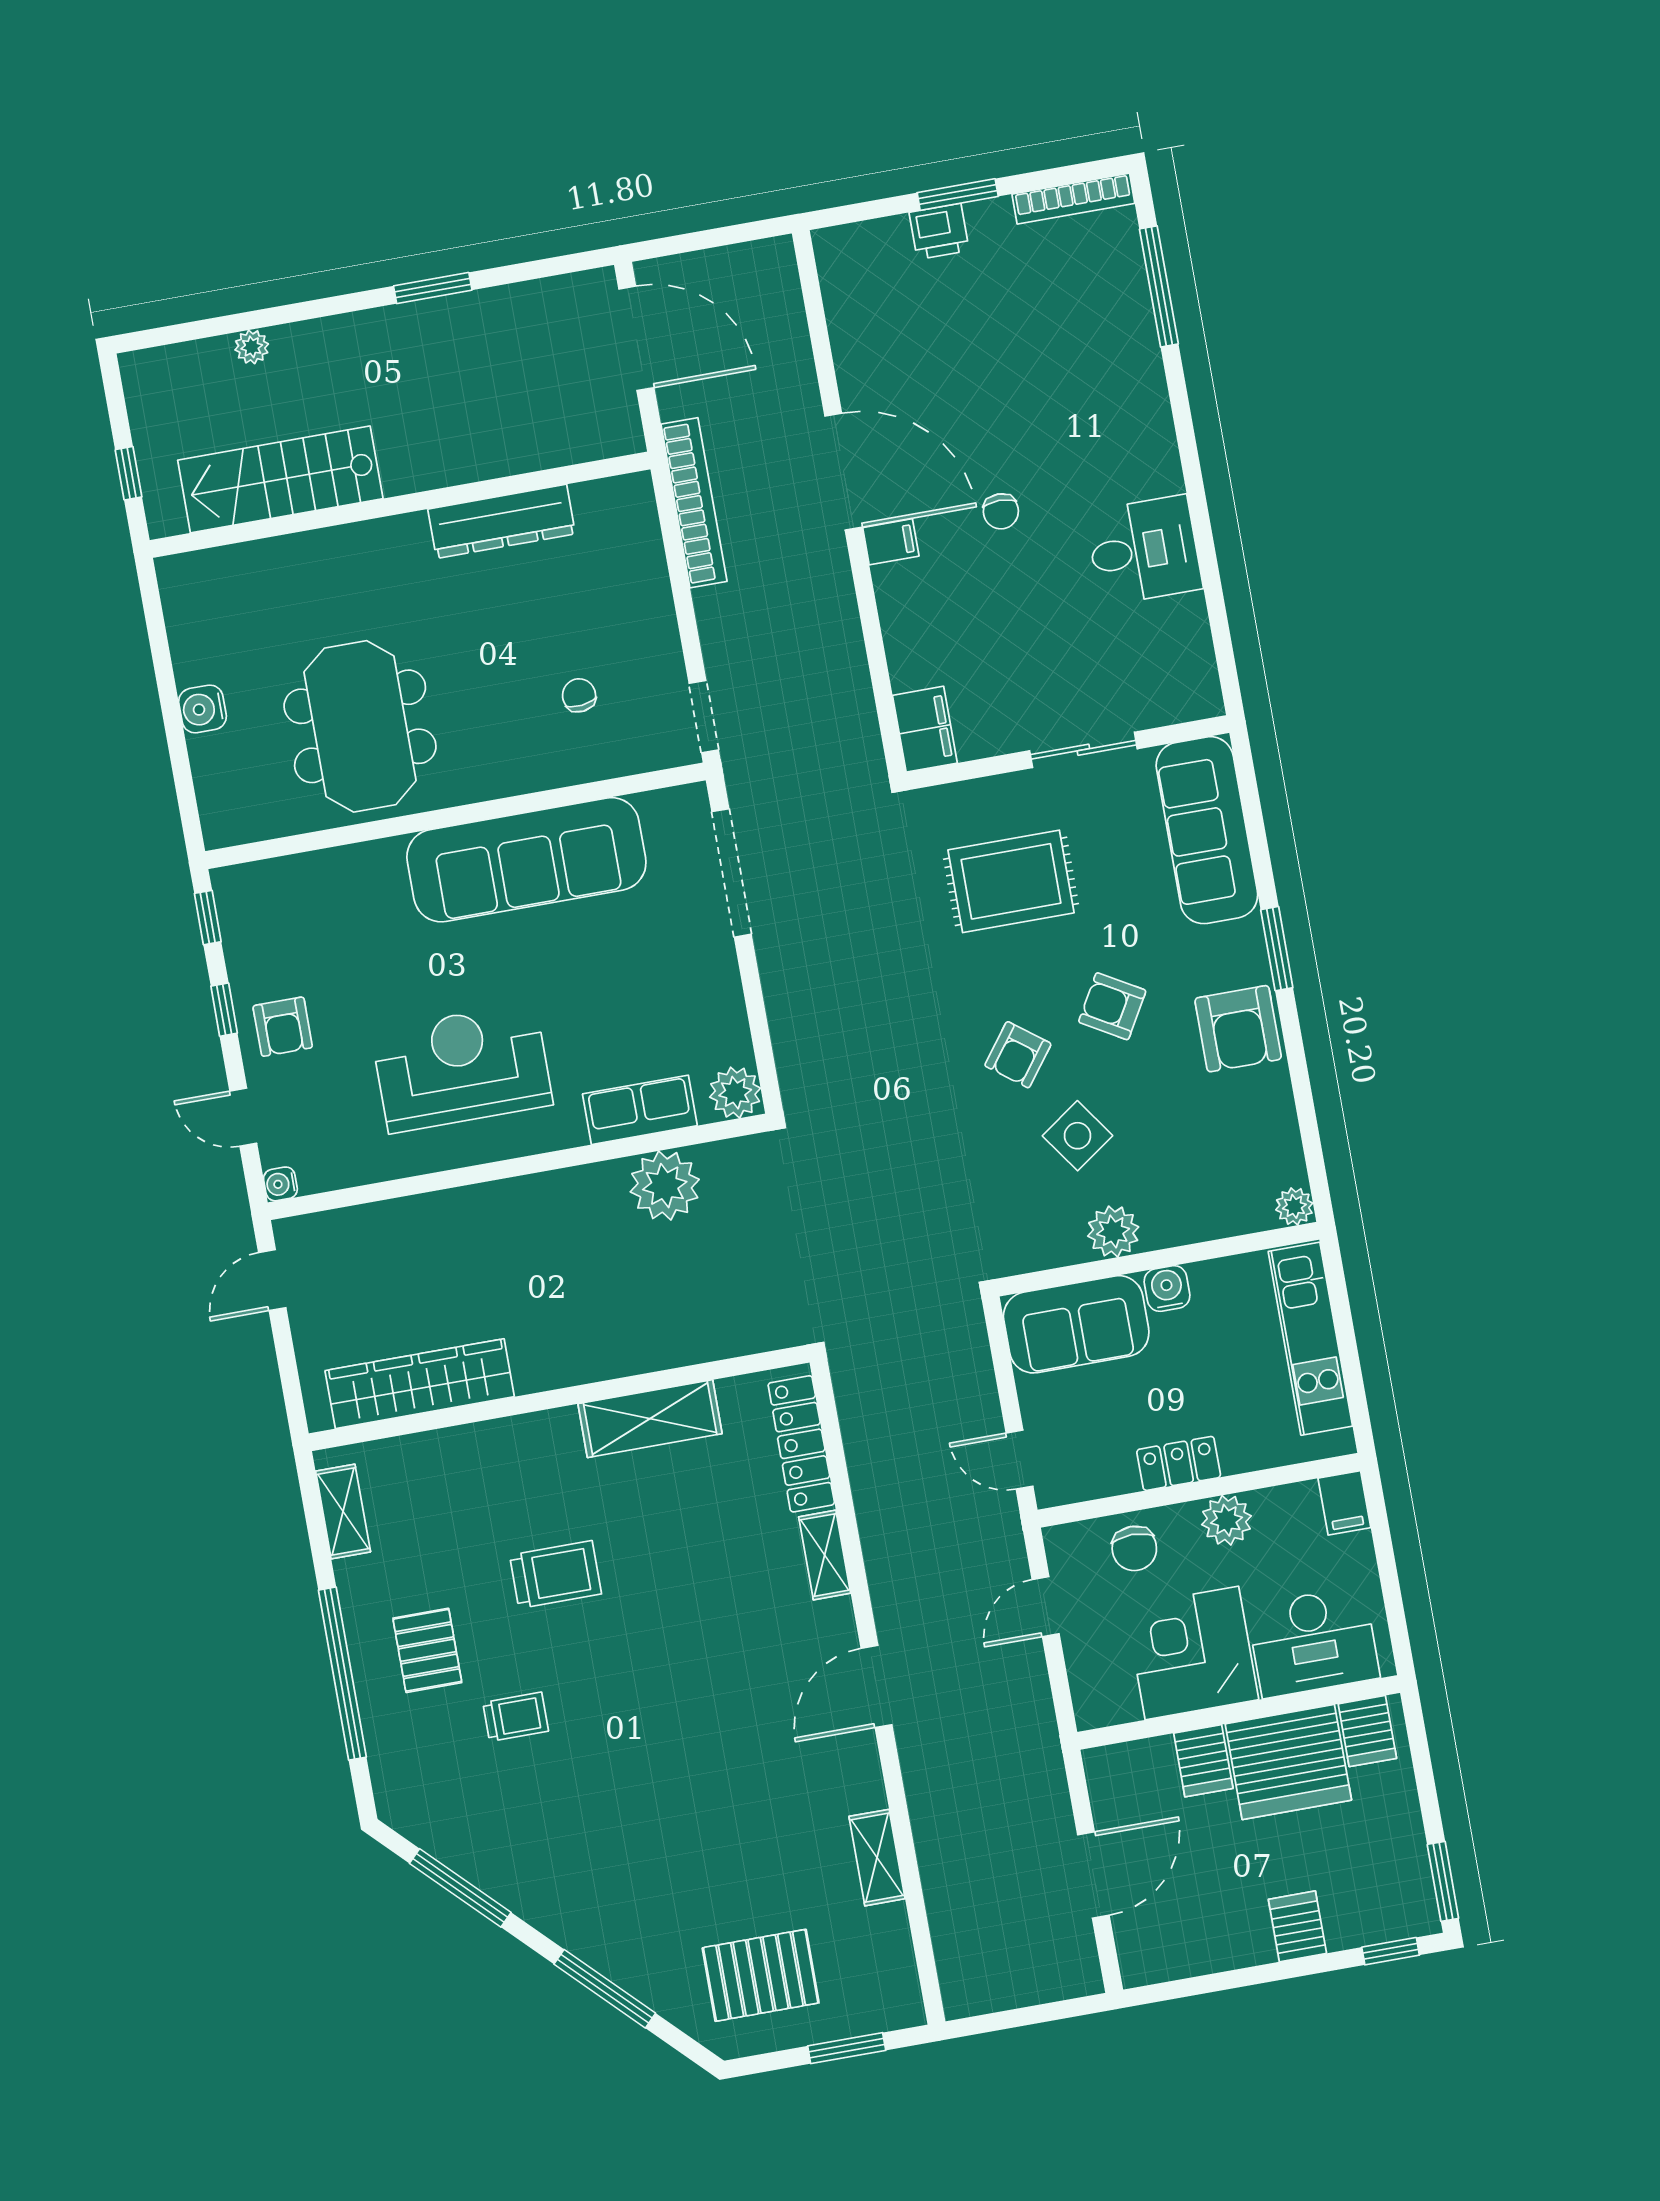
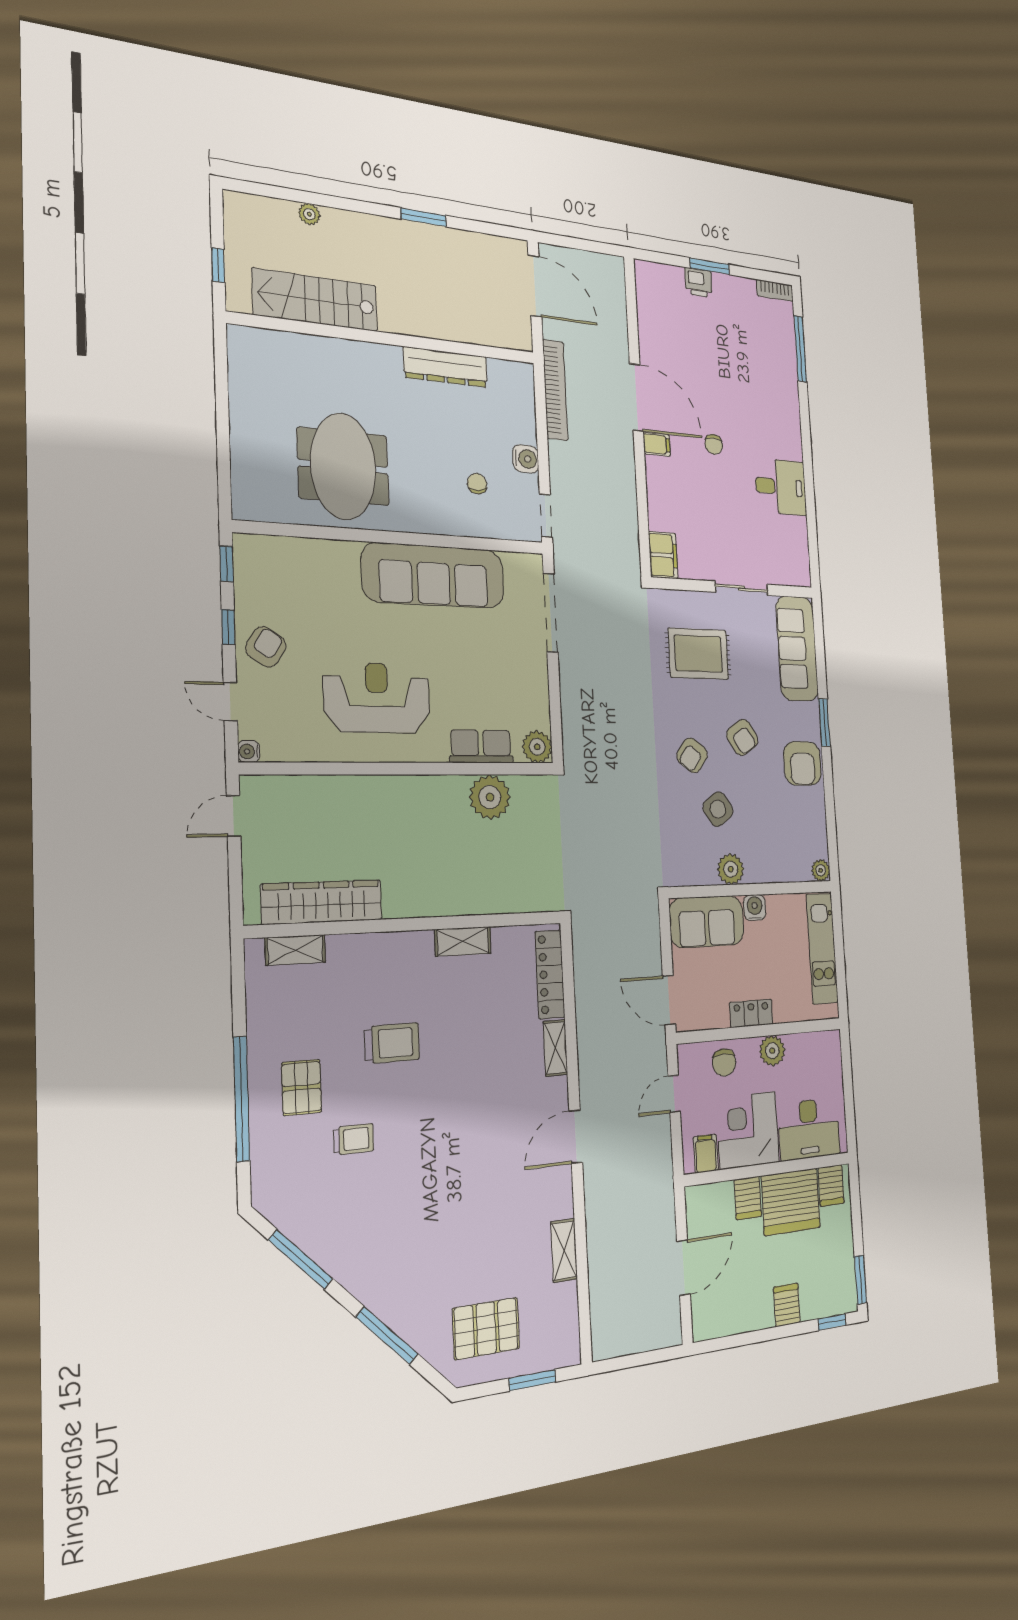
bookcase: (1073, 199) -> (775, 290), width x0.64
water cooler: (202, 709) -> (526, 459), moved, turned 180
armchair: (1112, 1006) -> (742, 737), turned -153
armchair: (283, 1027) -> (266, 647), turned -148
shelving: (650, 1419) -> (463, 941), width x0.67, depth x0.75
door: (1019, 1460) -> (669, 1000), width x1.38
filing cabinet: (1344, 1503) -> (706, 1154), moved, turned 180
shelving: (343, 1512) -> (295, 950), moved, turned 90

